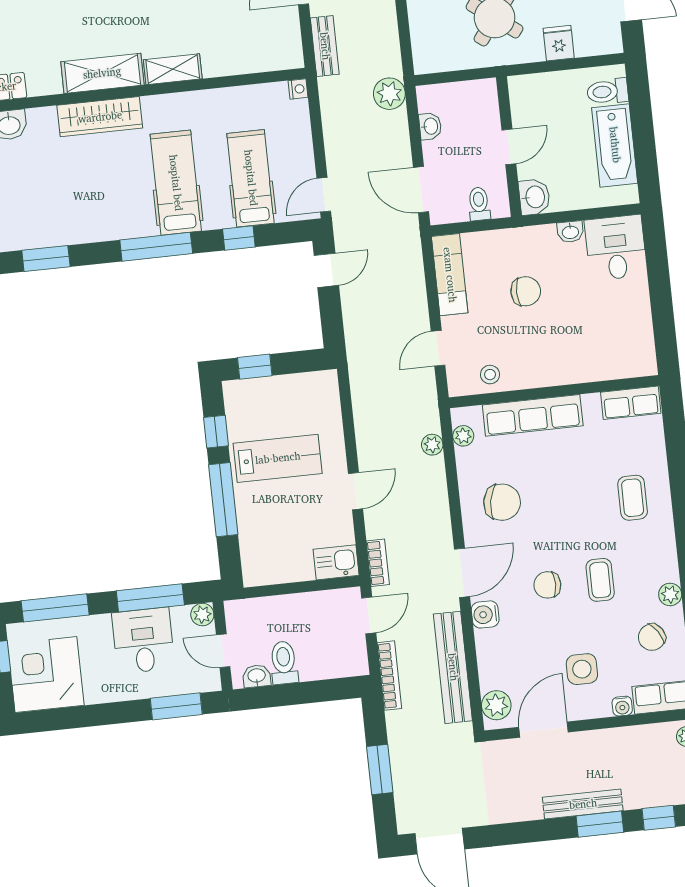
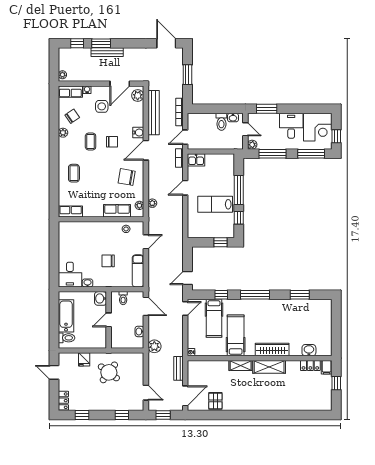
hospital bed: (176, 183) -> (236, 335), moved, turned 180
row of seats: (533, 415) -> (117, 211), width x0.68
desk: (143, 641) -> (291, 126), moved, turned 180

